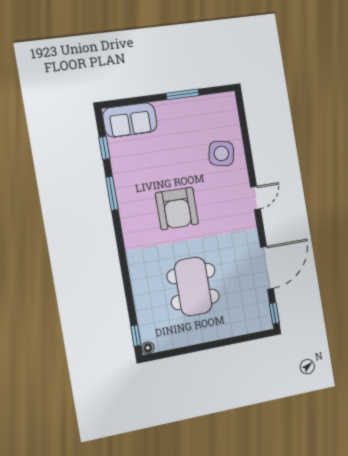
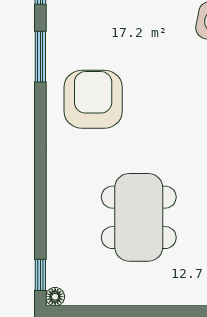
armchair: (177, 208) -> (93, 99), moved, turned 180

